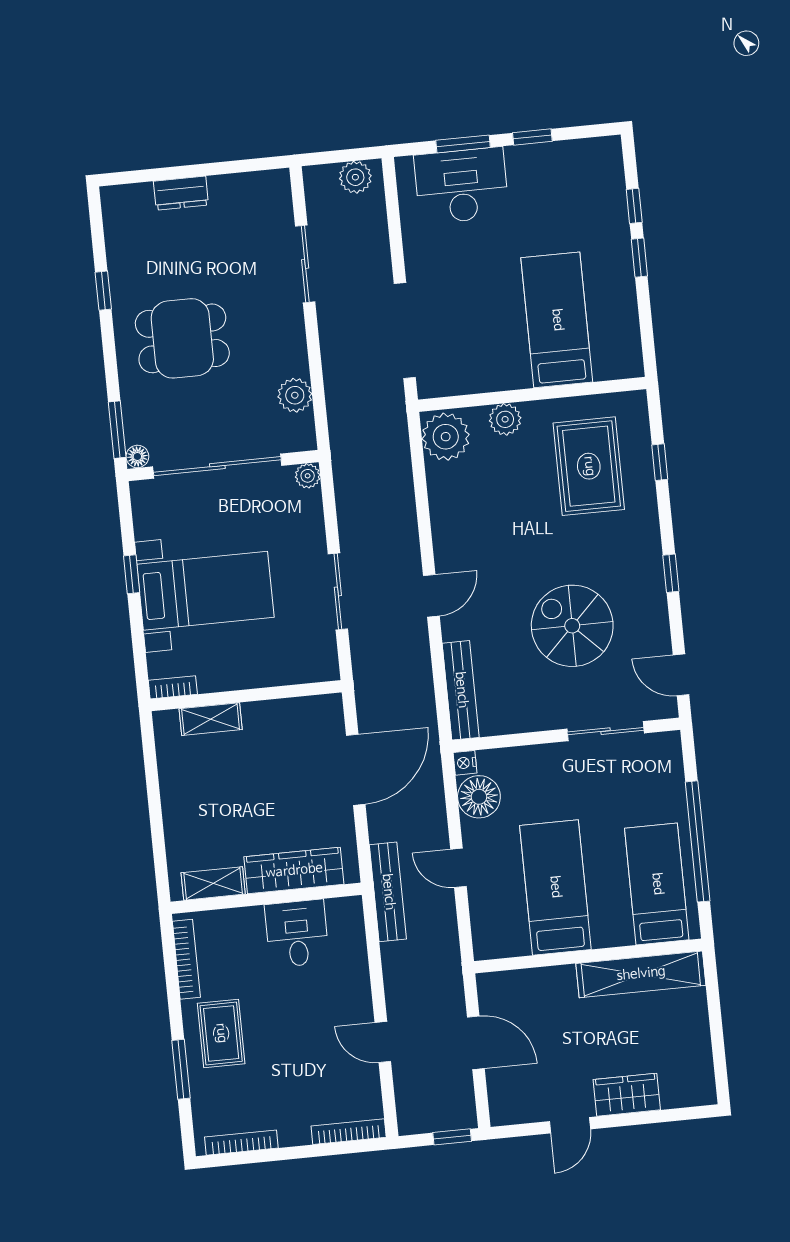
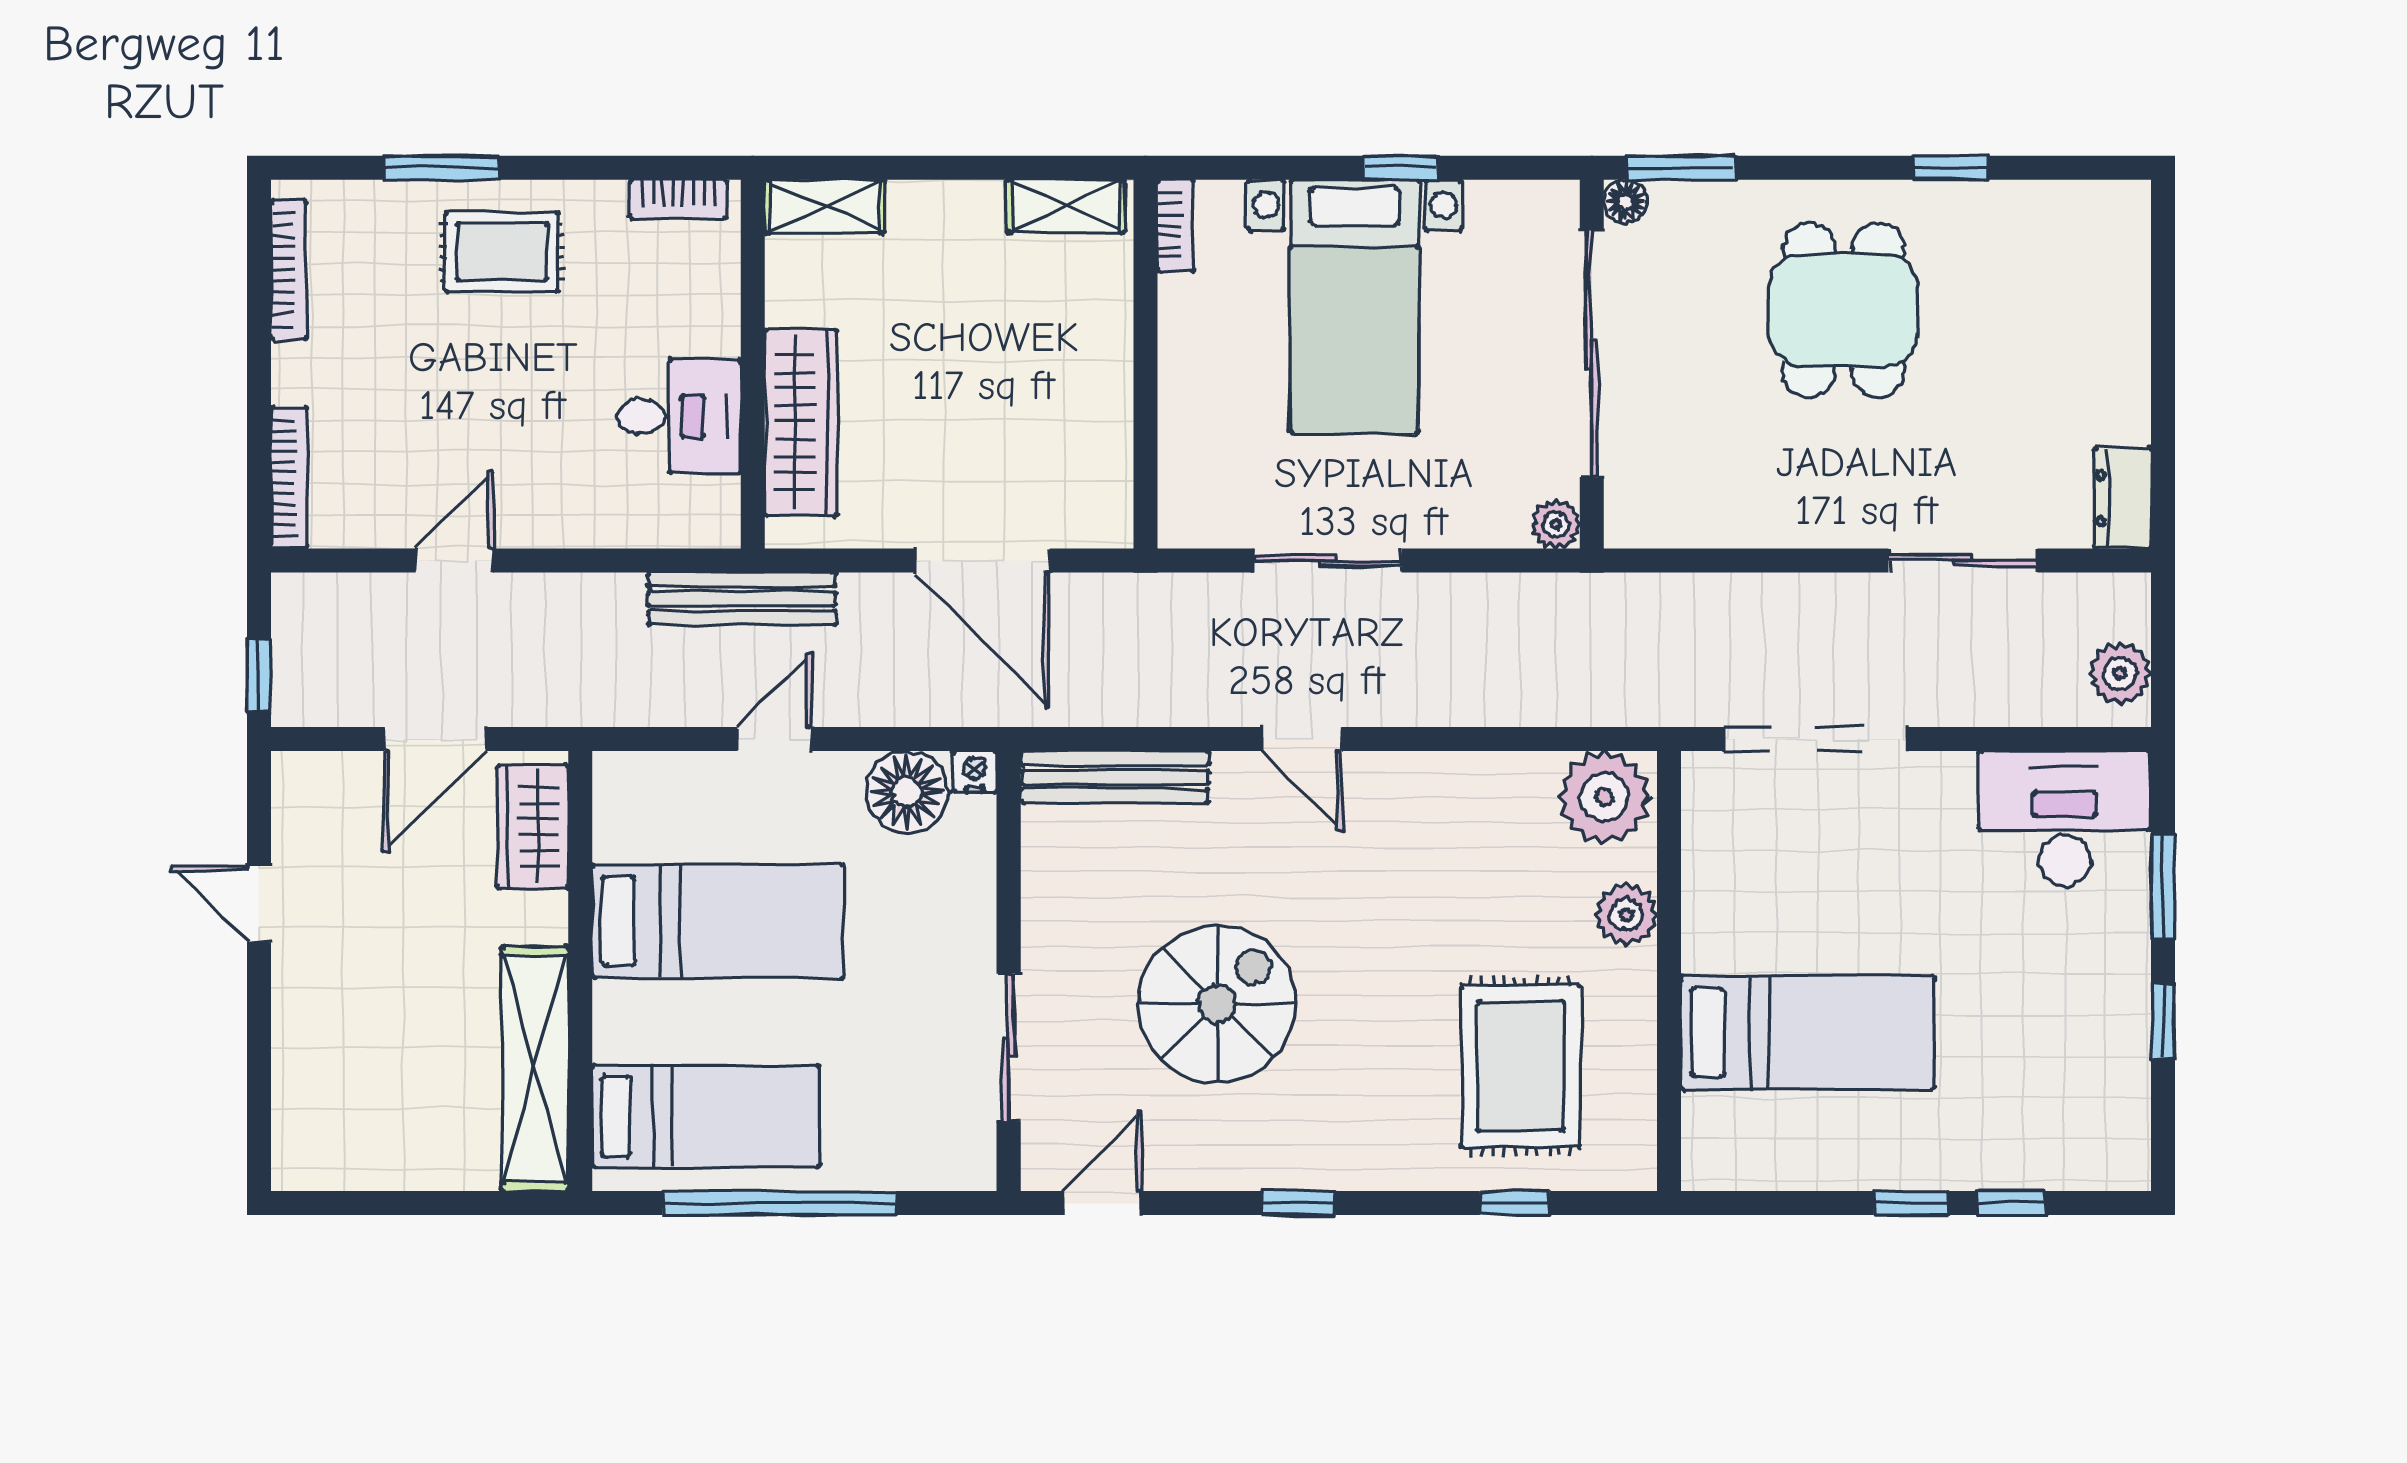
desk: (461, 186) -> (2065, 819), moved, turned -90
dresser: (181, 193) -> (2123, 498), moved
plant: (295, 395) -> (1713, 515), removed
rug: (589, 466) -> (1520, 1066), turned 90
shelving: (211, 719) -> (1066, 206), moved, turned 90
shelving: (213, 883) -> (824, 206), moved, turned 90
bookcase: (186, 959) -> (678, 199), width x0.64
wardrobe: (627, 1095) -> (533, 826), moved, turned 180

